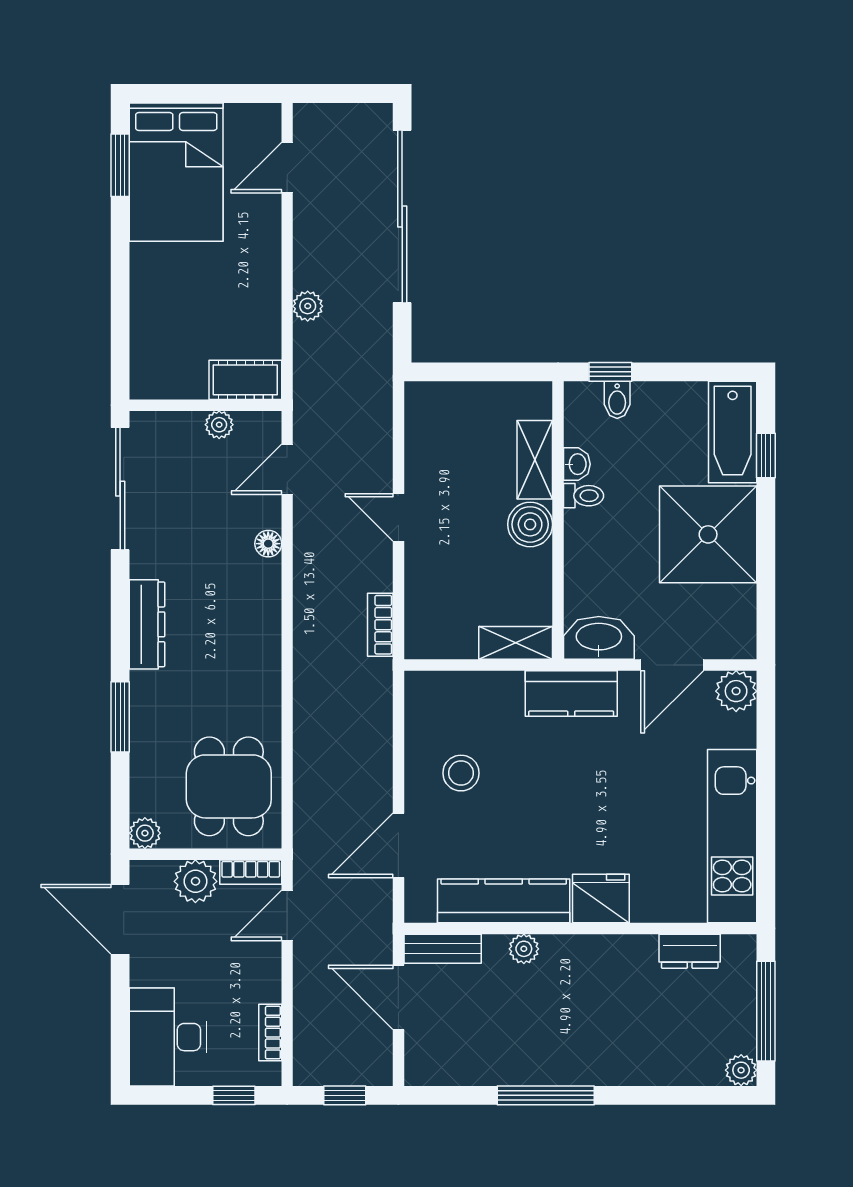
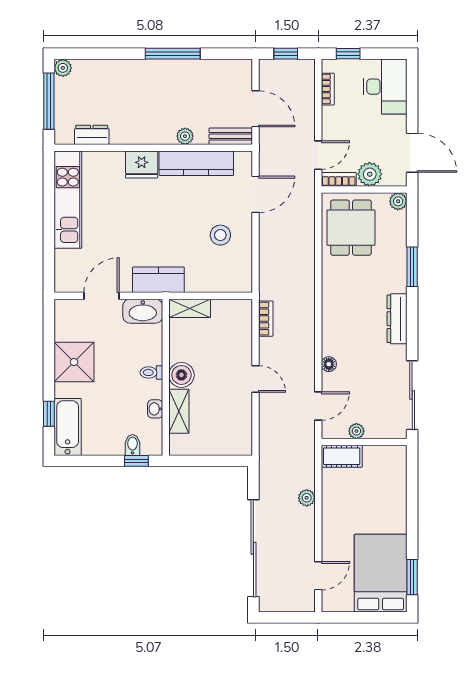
toilet: (584, 496) -> (151, 372), moved
shower: (708, 534) -> (74, 362), width x0.73, depth x0.73
plant: (736, 691) -> (66, 281), removed

